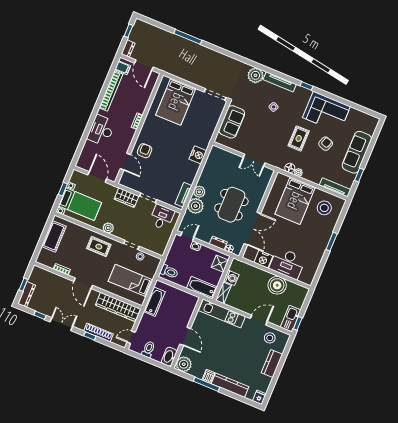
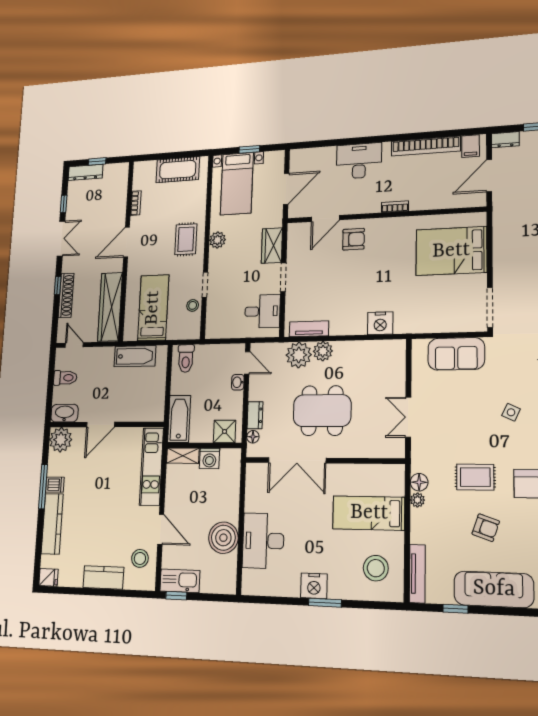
bed: (295, 201) -> (369, 513), width x0.67
nightstand: (263, 259) -> (314, 586), moved, turned -90

